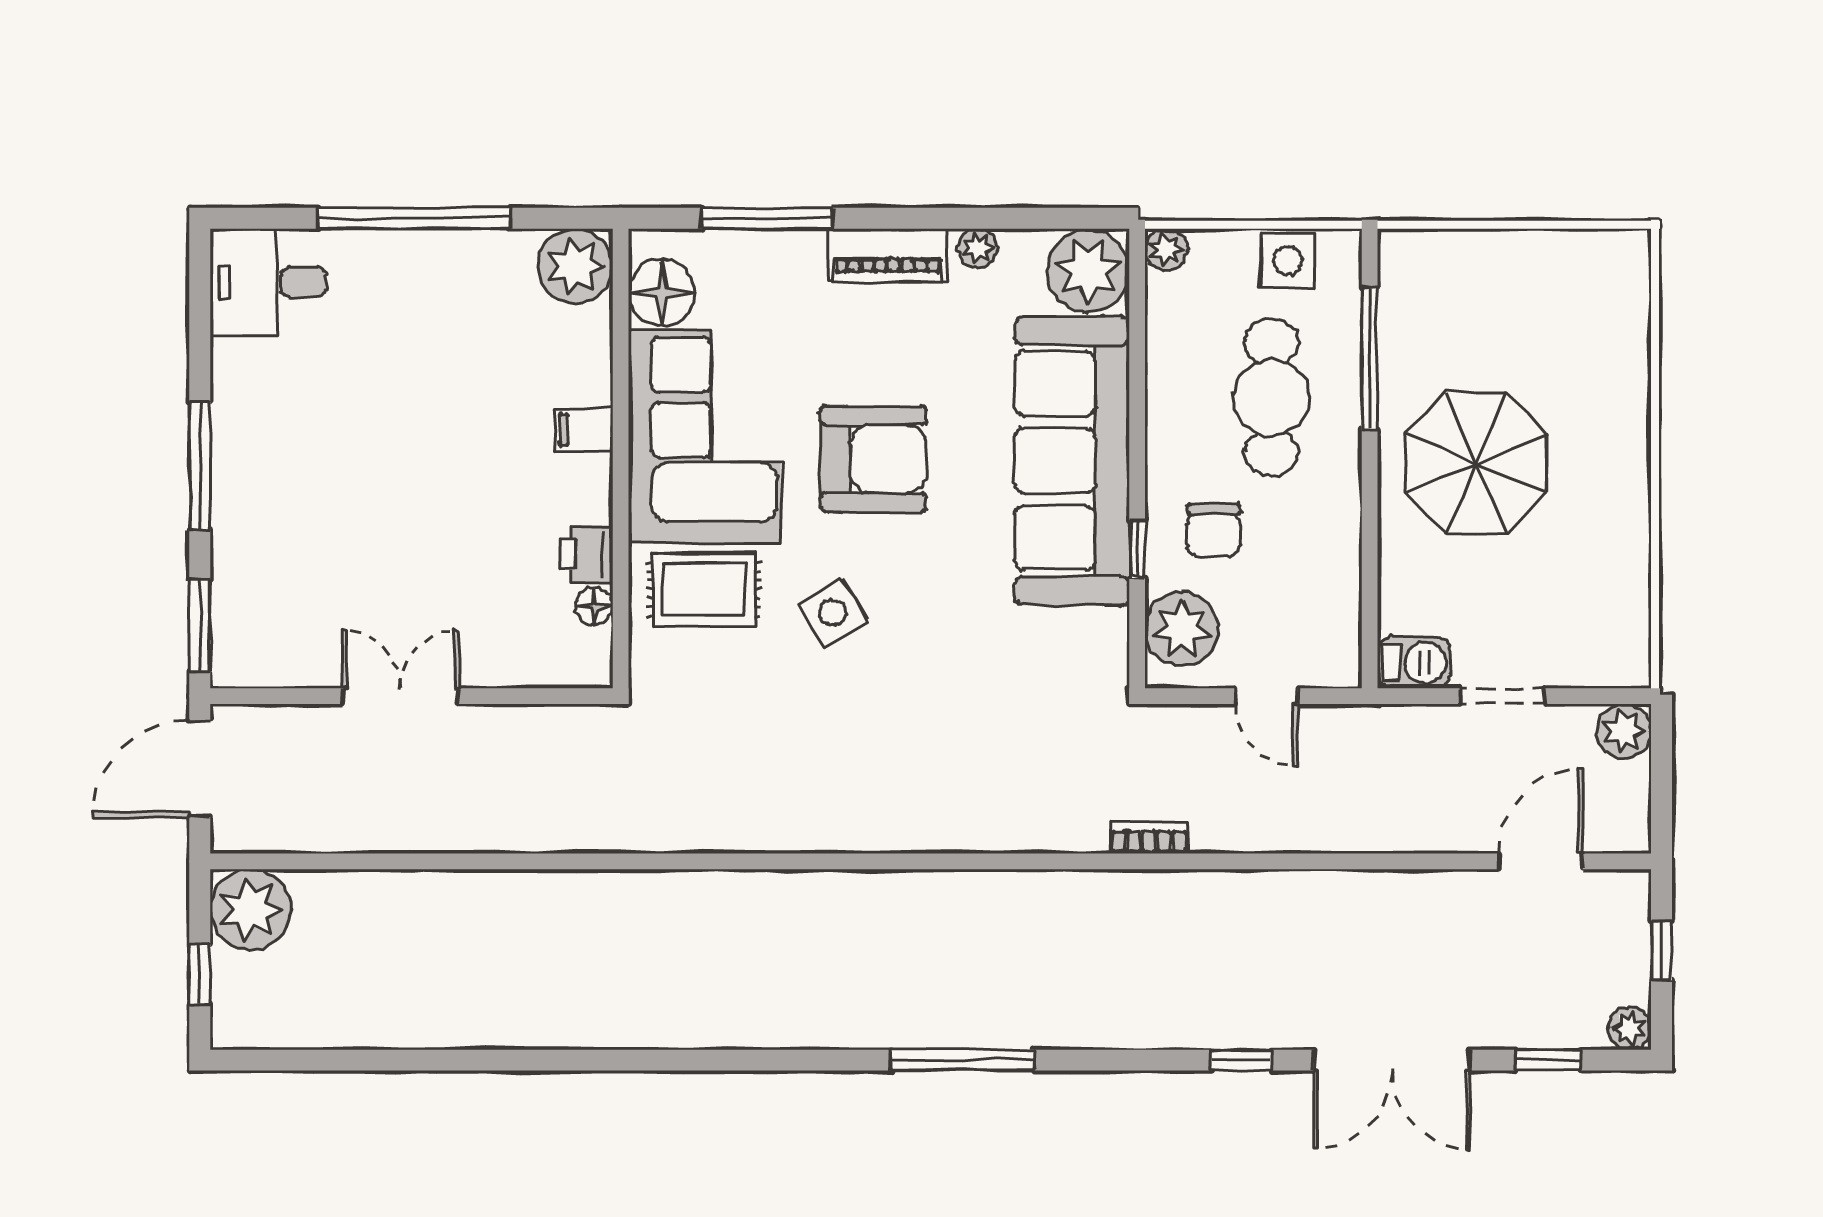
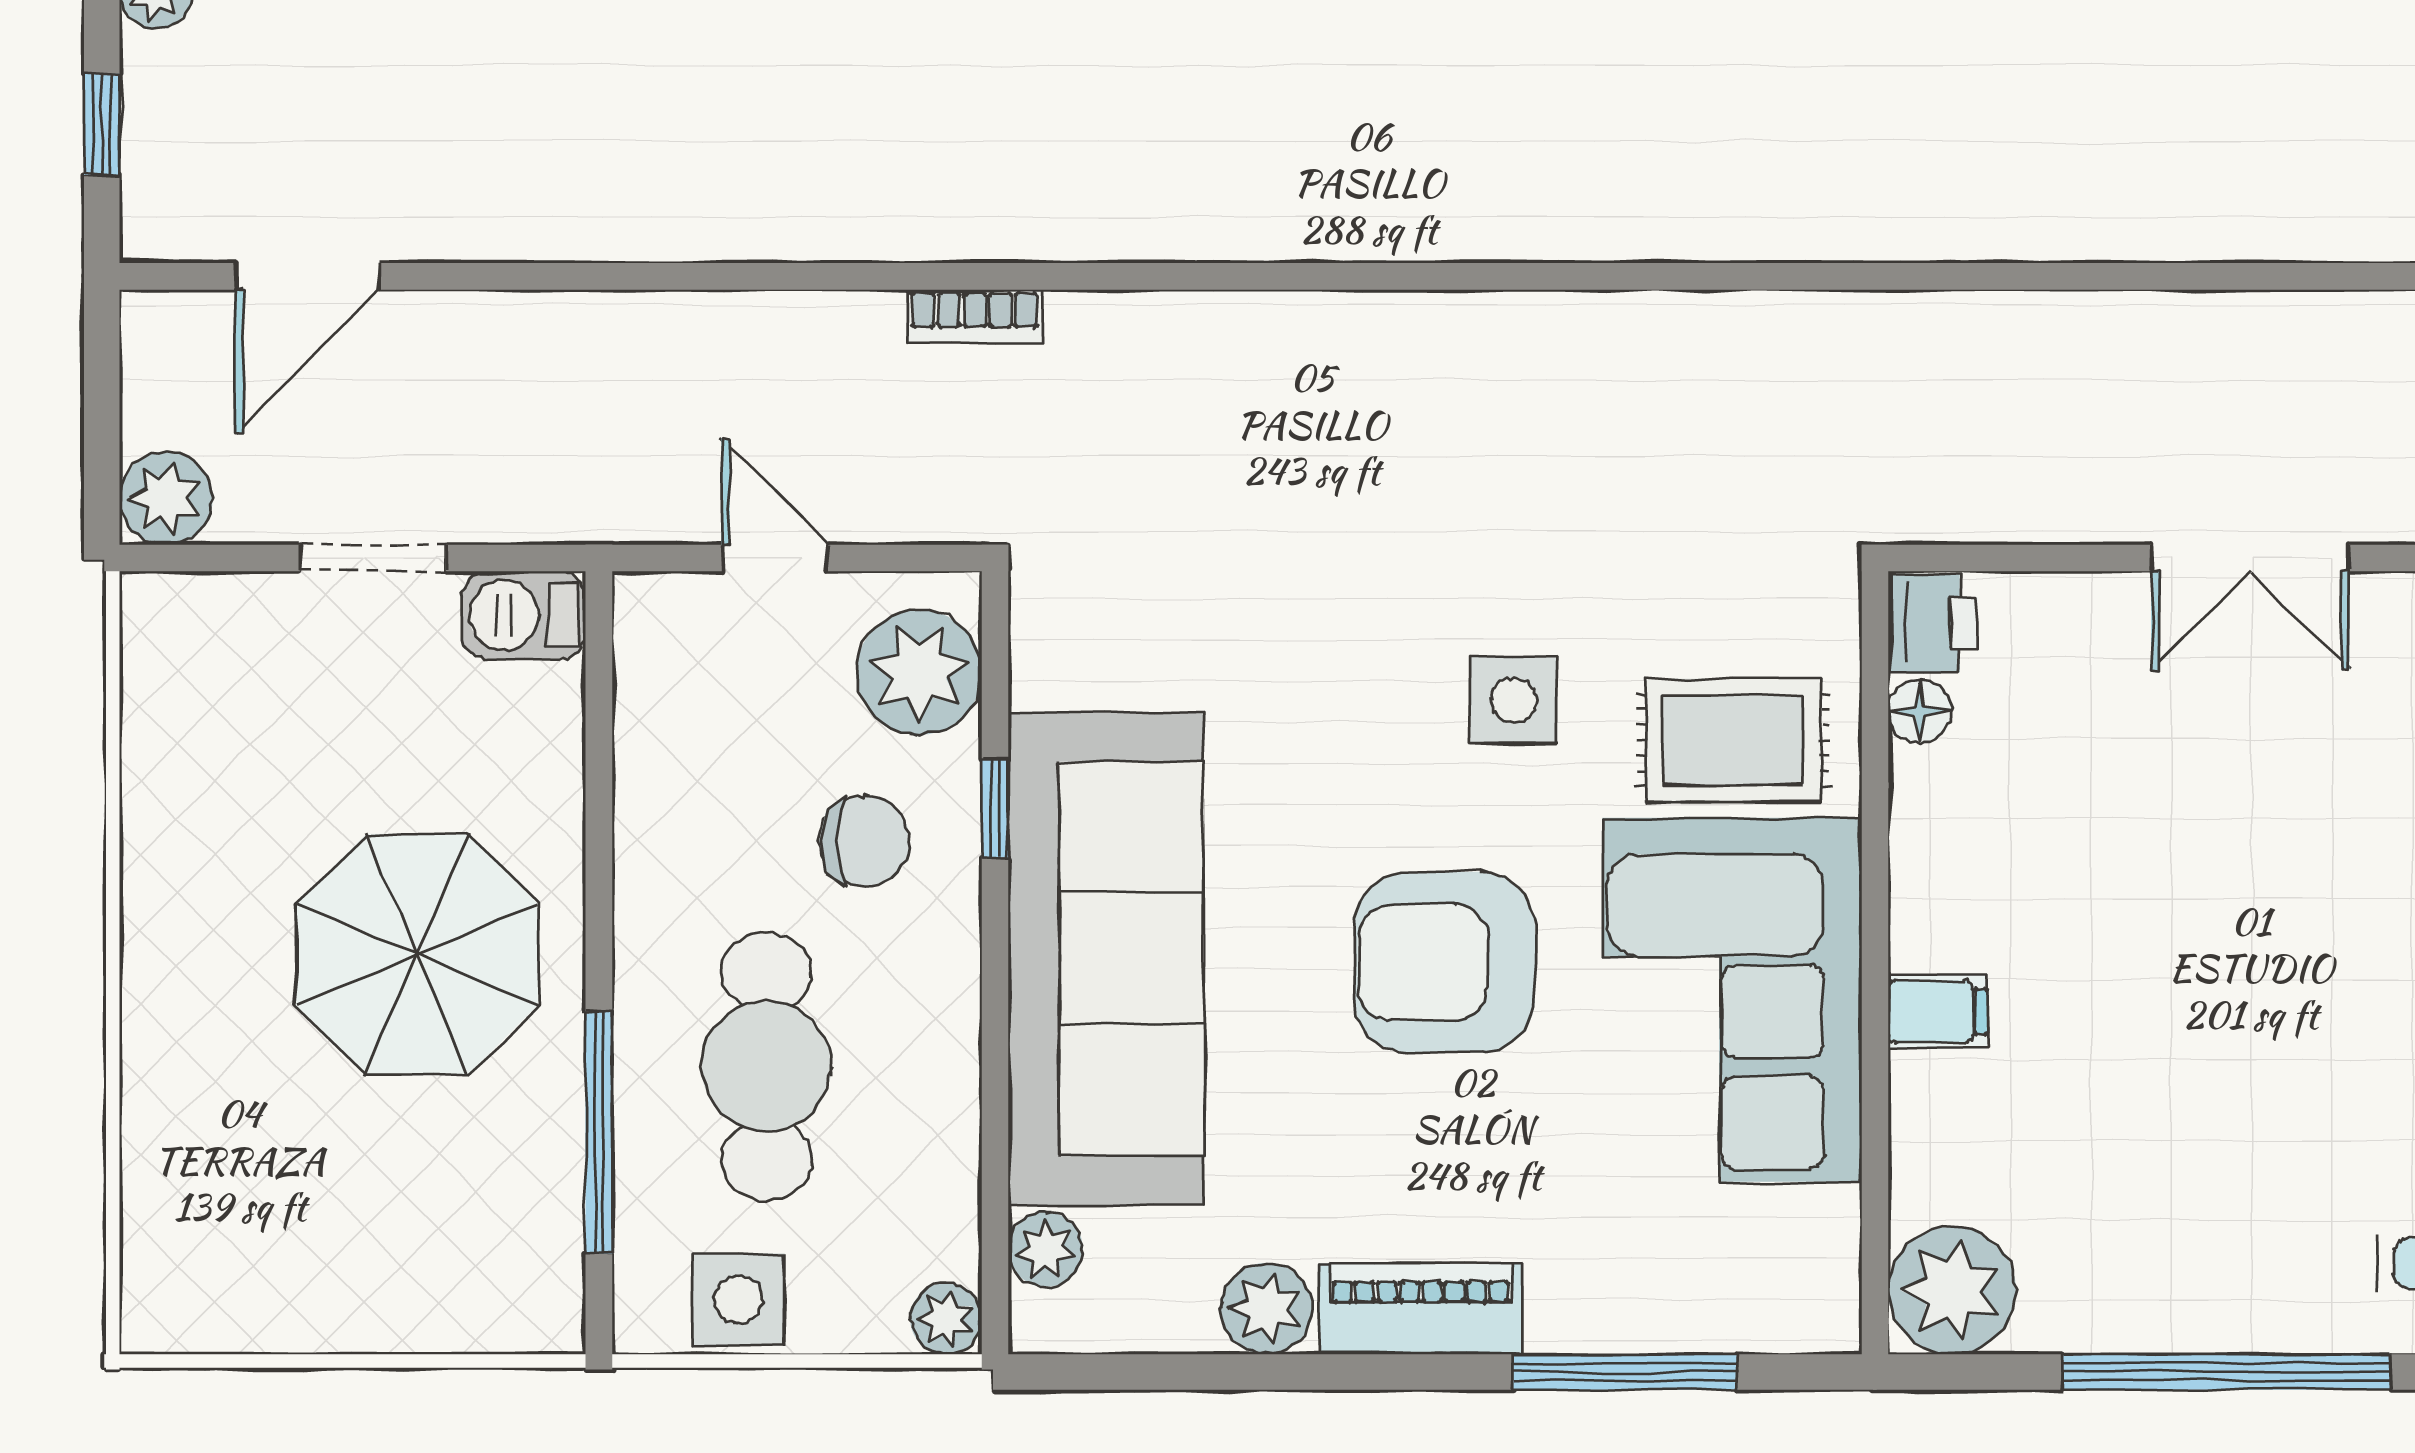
plant: (978, 248) -> (1266, 1309), width x1.38, depth x1.38
plant: (1088, 271) -> (1046, 1250), width x0.53, depth x0.53
floor lamp: (662, 293) -> (1805, 1245), removed
chair: (1214, 530) -> (865, 841), turned 90
printer: (587, 554) -> (1933, 623), moved
side table: (833, 612) -> (1514, 700), turned 32

